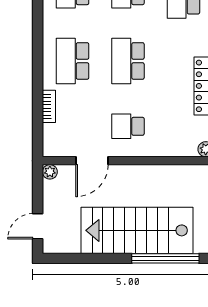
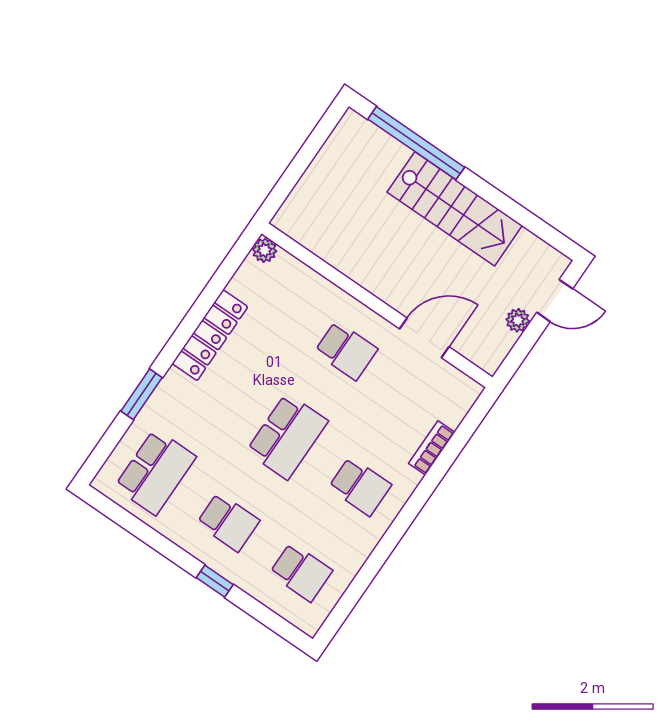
school desk: (72, 61) -> (360, 486), width x0.54
plant: (50, 172) -> (518, 320), moved
stairs: (137, 230) -> (455, 209), width x0.73, depth x0.66

